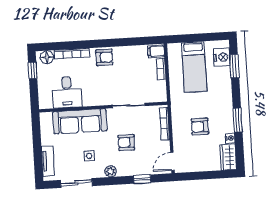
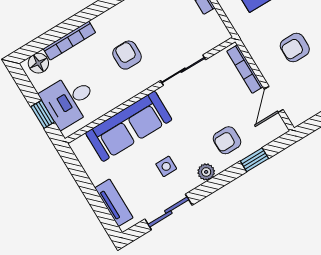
armchair: (104, 57) -> (127, 55), moved, turned -90
window: (33, 70) -> (43, 114), moved
desk: (67, 92) -> (69, 100), moved, turned 90
armchair: (126, 142) -> (227, 140), moved
door: (172, 161) -> (274, 99), moved

